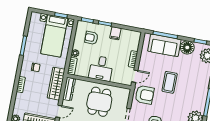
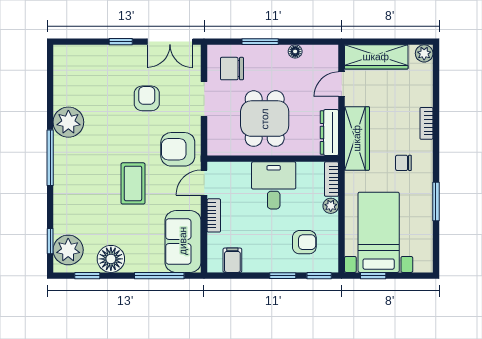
filing cabinet: (115, 33) -> (232, 260), moved
sofa: (164, 45) -> (183, 241), moved, turned -90

